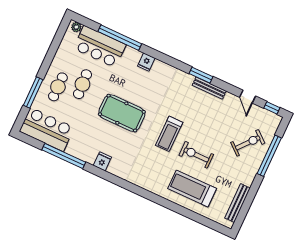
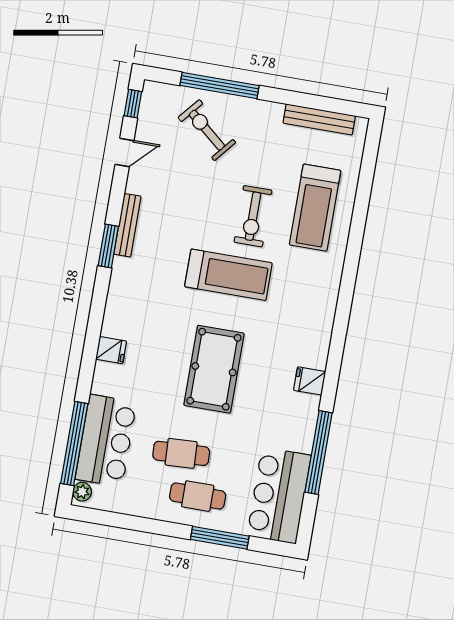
window: (120, 38) -> (74, 444), moved
treadmill: (169, 134) -> (228, 275), width x1.37, depth x1.38

